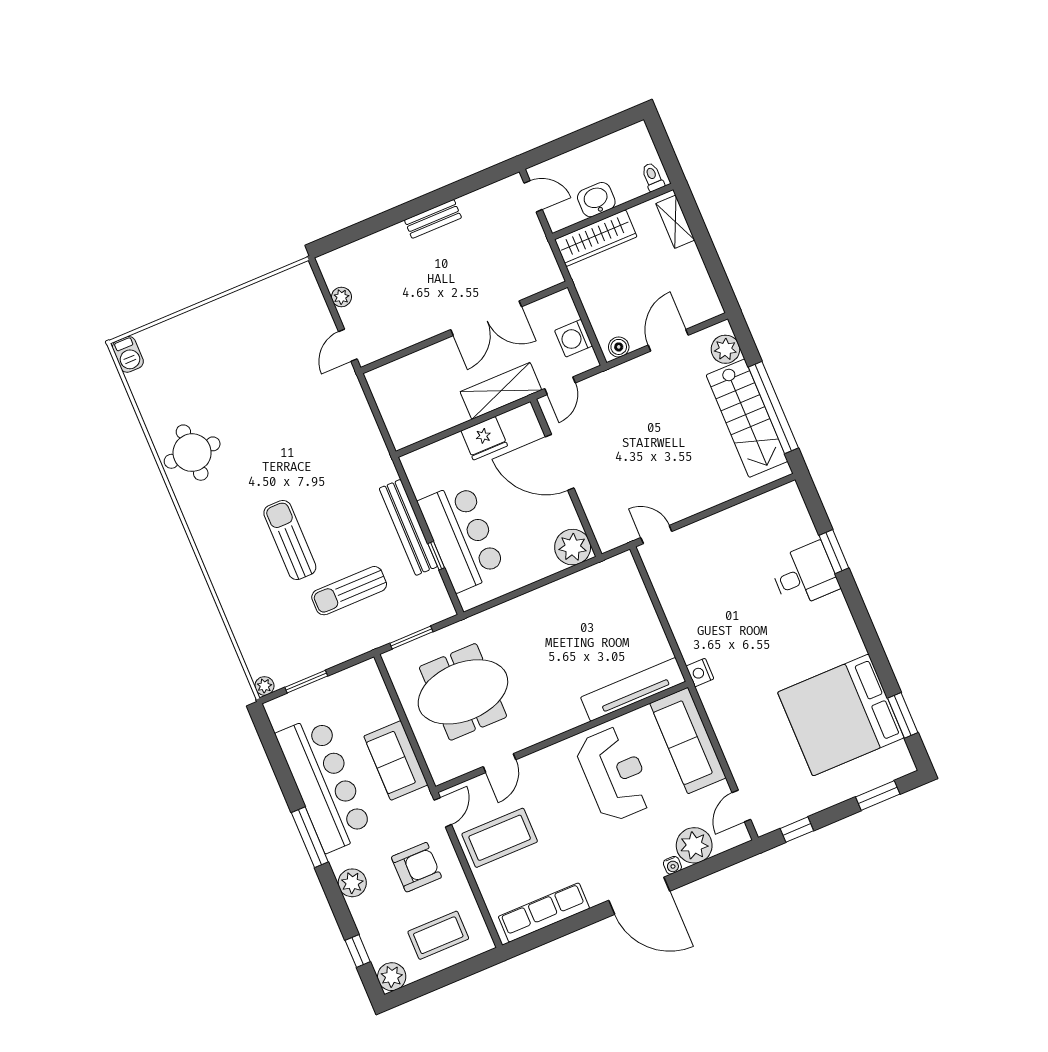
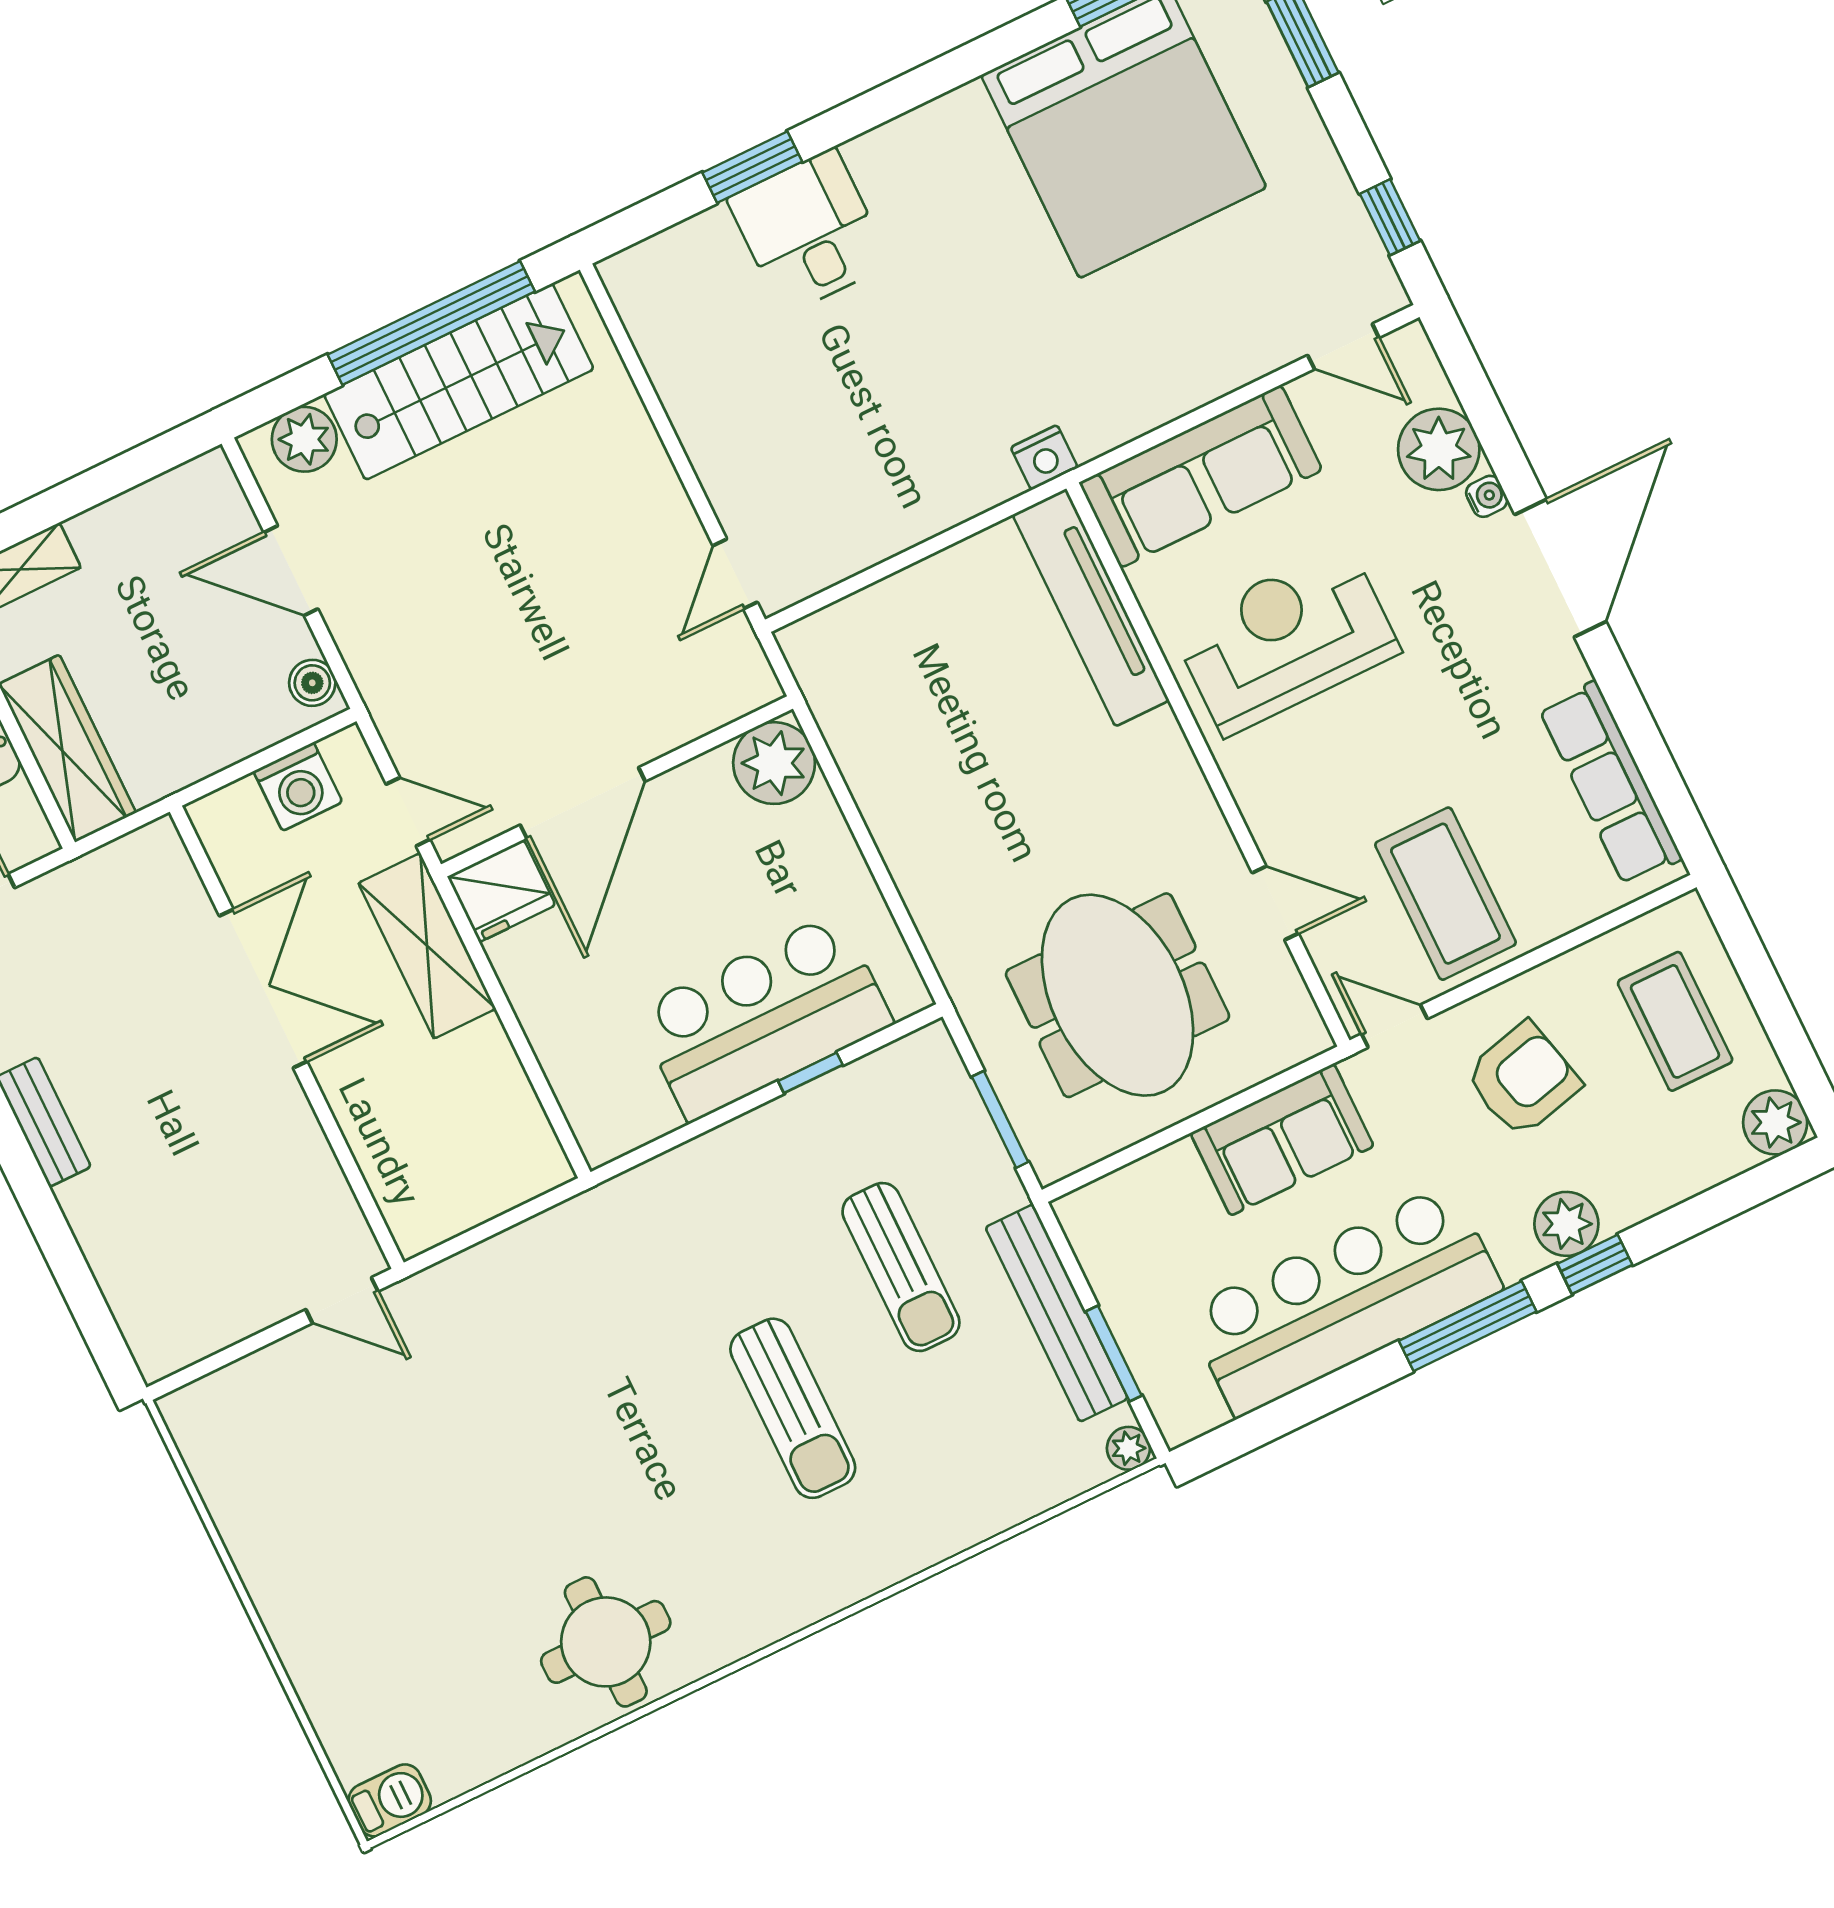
plant: (341, 297) -> (233, 1321), removed
fridge: (484, 438) -> (501, 891), moved, turned 90
bench: (408, 527) -> (1057, 1313), moved, turned 90
sun lounger: (290, 540) -> (793, 1408), turned -90
armchair: (416, 867) -> (1523, 1080), turned 76
window: (358, 951) -> (1595, 1264), moved

